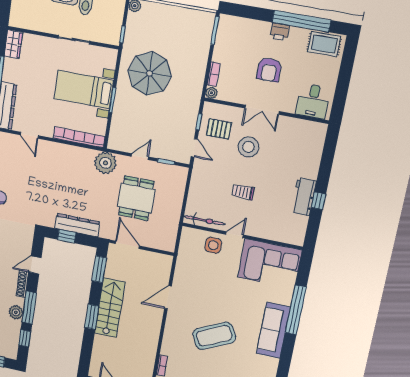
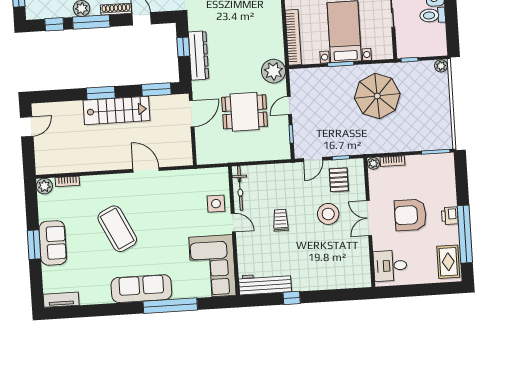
armchair: (269, 70) -> (410, 215), width x1.36, depth x1.36
door: (140, 157) -> (289, 106), swing flipped
workbench: (304, 197) -> (265, 284), moved, width x1.38

